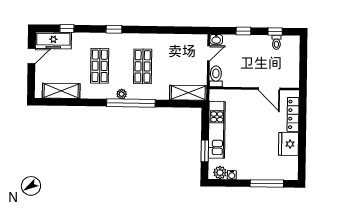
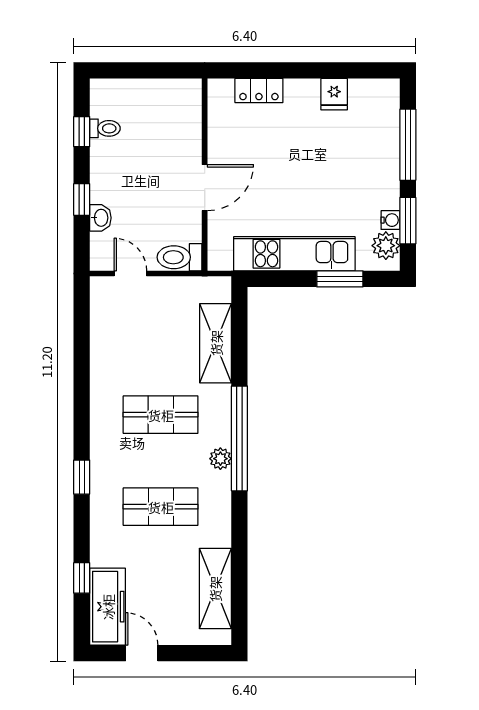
washbasin: (216, 39) -> (100, 218), moved
door: (269, 89) -> (205, 188), moved
shelving: (188, 93) -> (216, 343), moved
locker: (293, 114) -> (259, 91), width x0.66
fridge: (288, 144) -> (334, 94), width x0.53, depth x0.75
window: (231, 183) -> (408, 221), added

